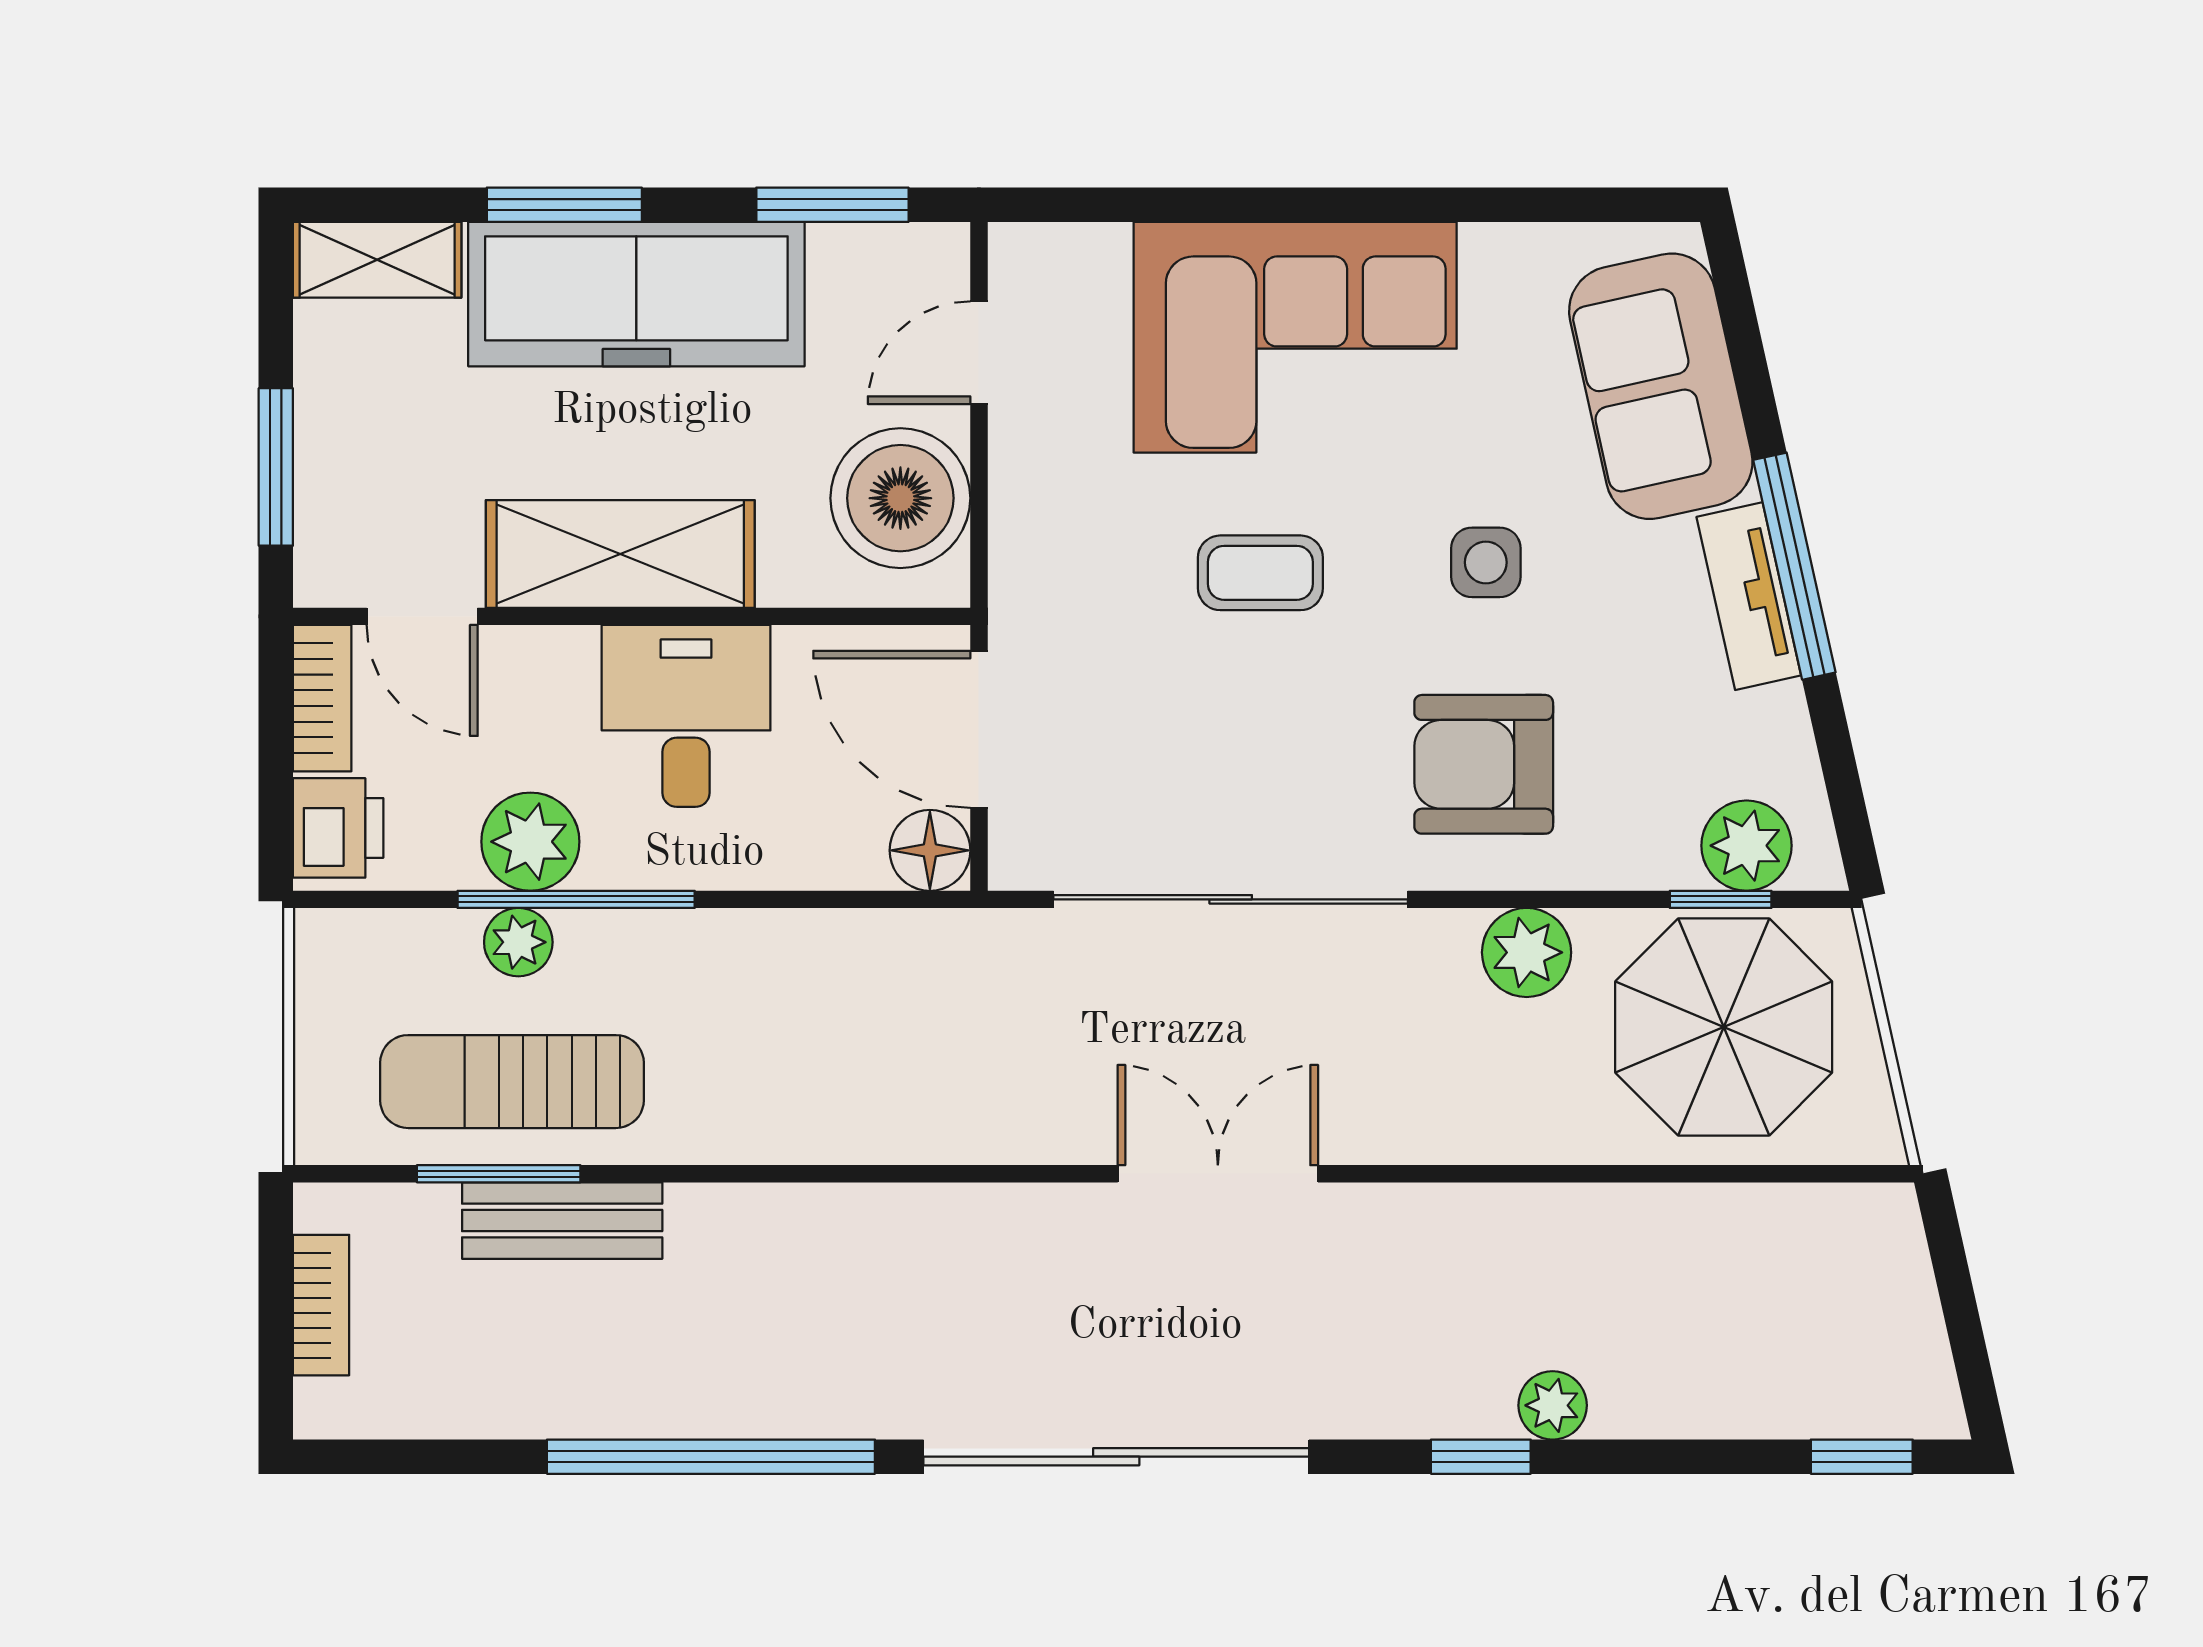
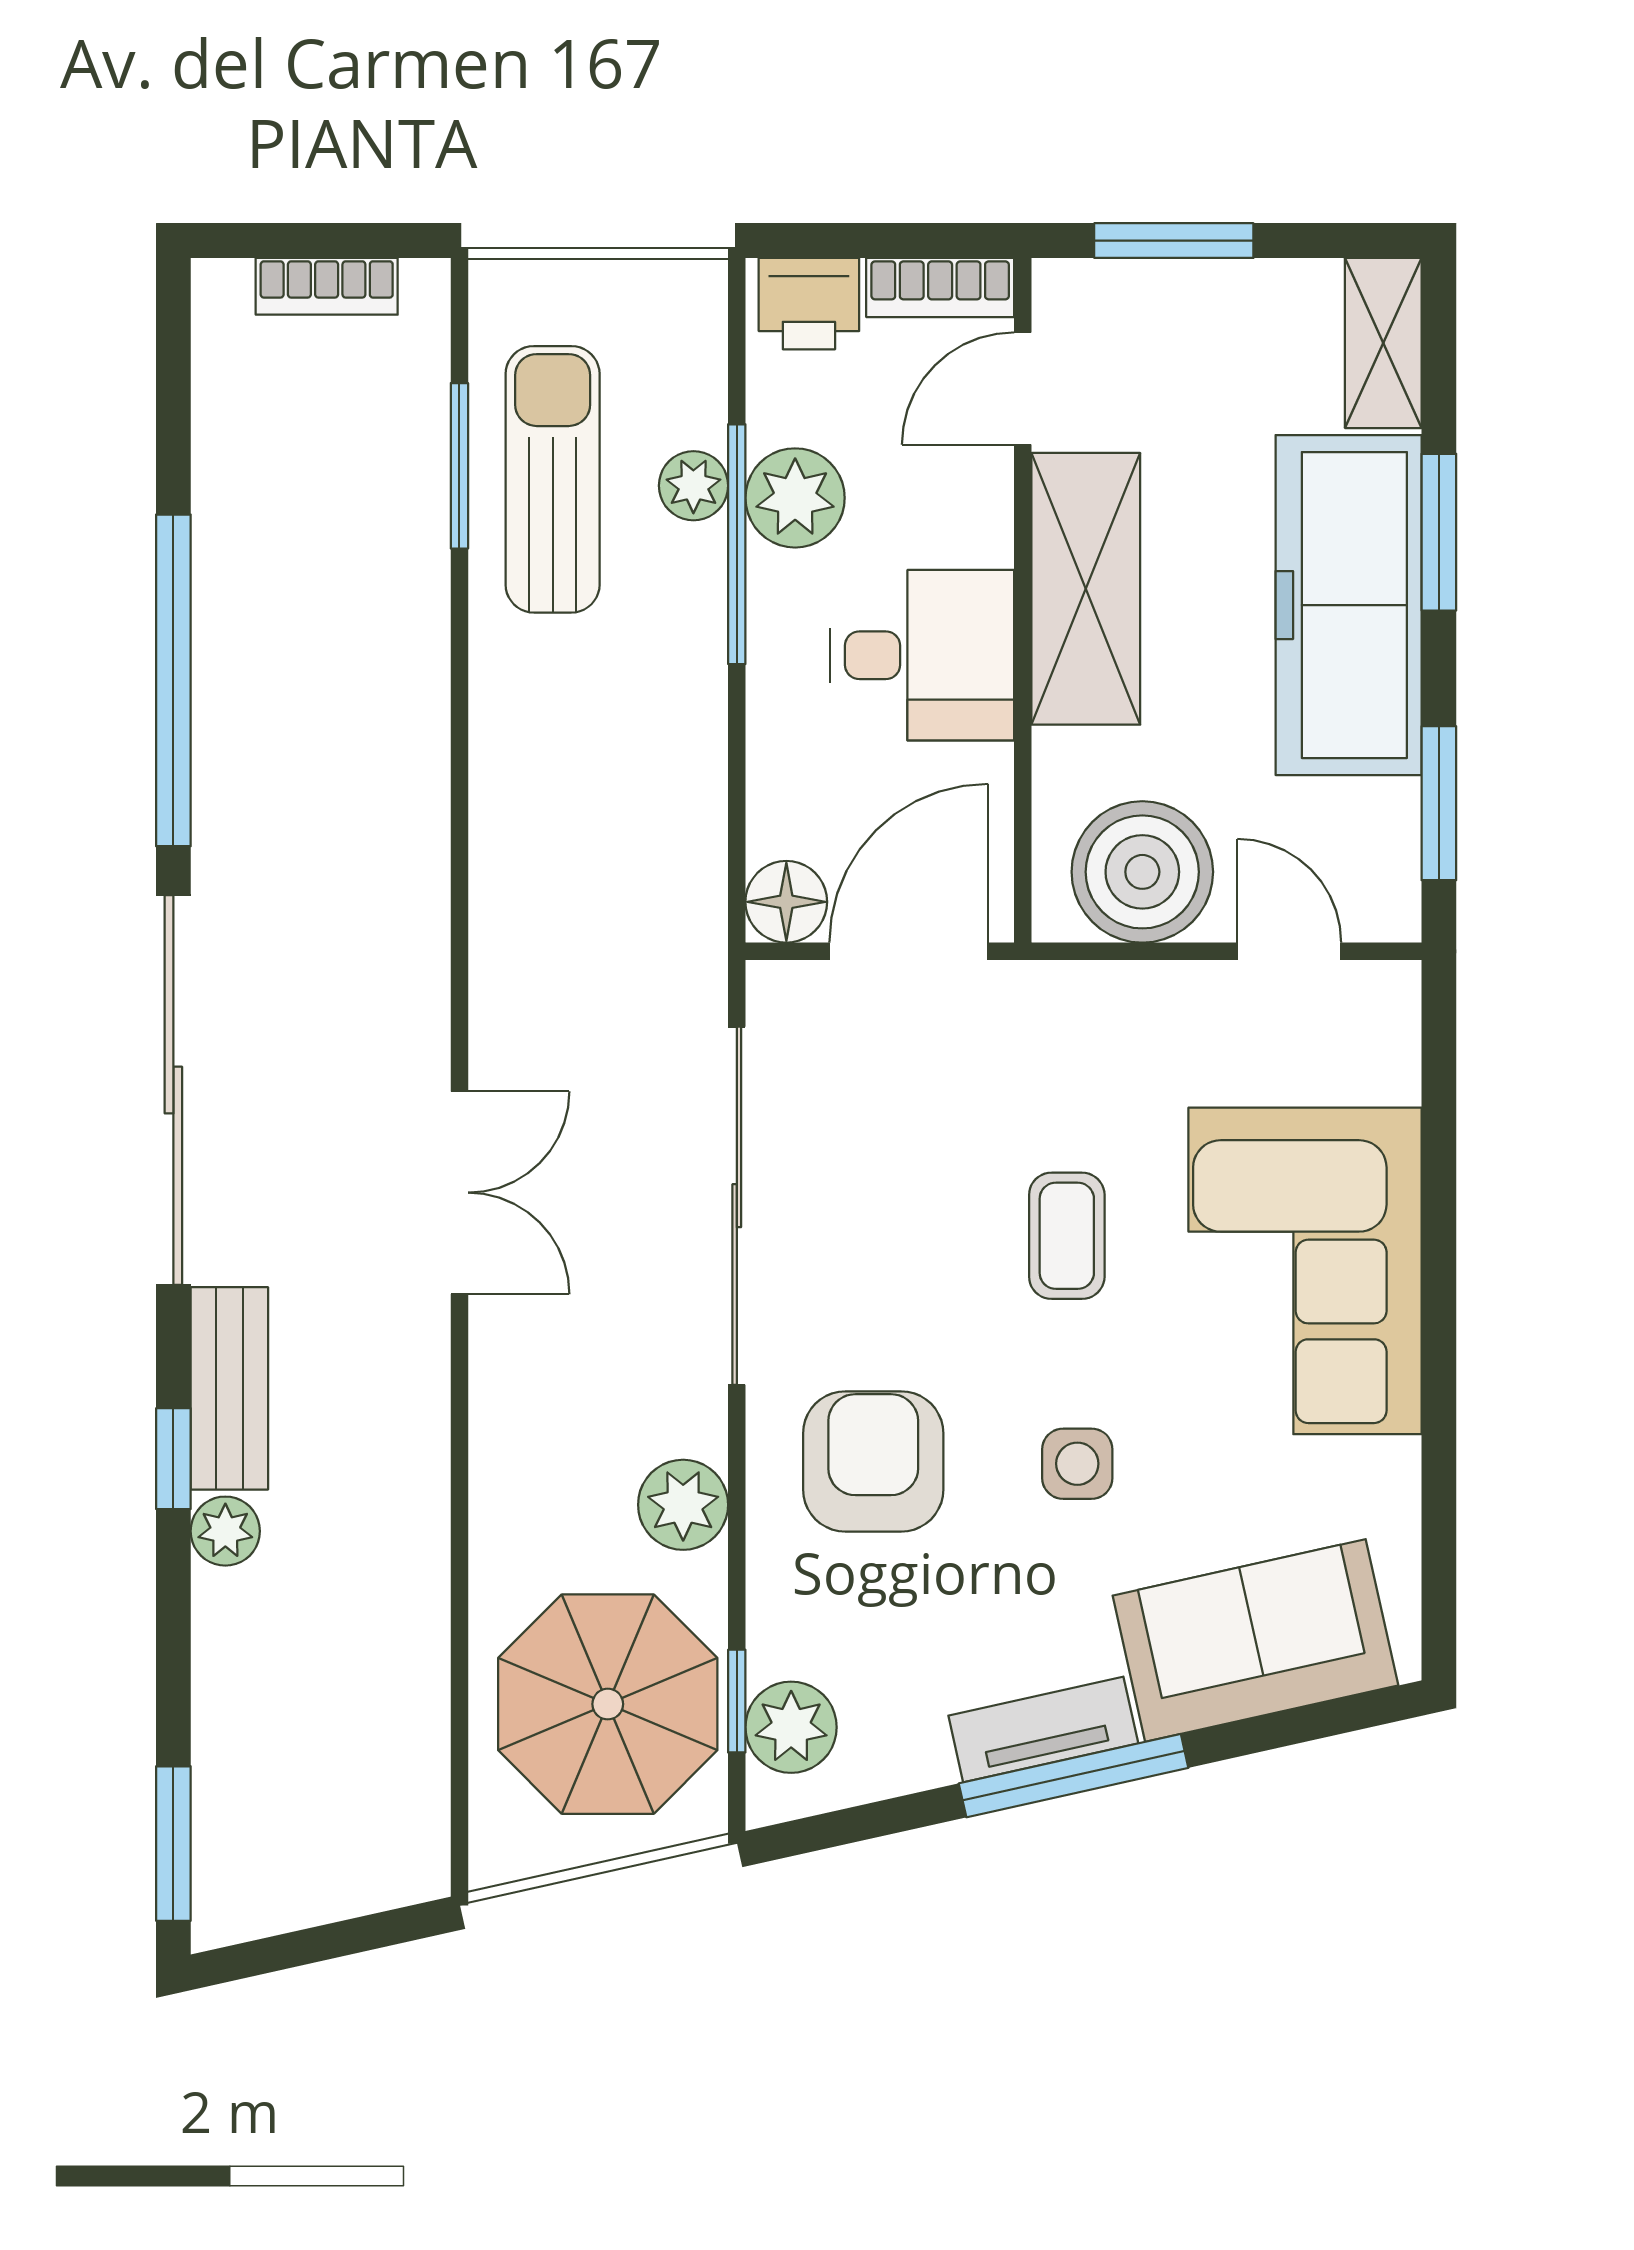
bench: (562, 1221) -> (229, 1388), moved
window: (1862, 1457) -> (173, 1844), width x1.50

